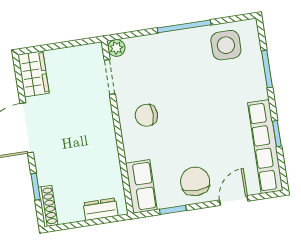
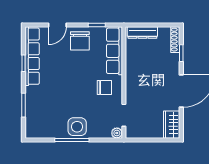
side table: (226, 45) -> (77, 127), moved
row of seats: (141, 186) -> (114, 51), width x1.48
dresser: (101, 209) -> (142, 33), width x1.44

